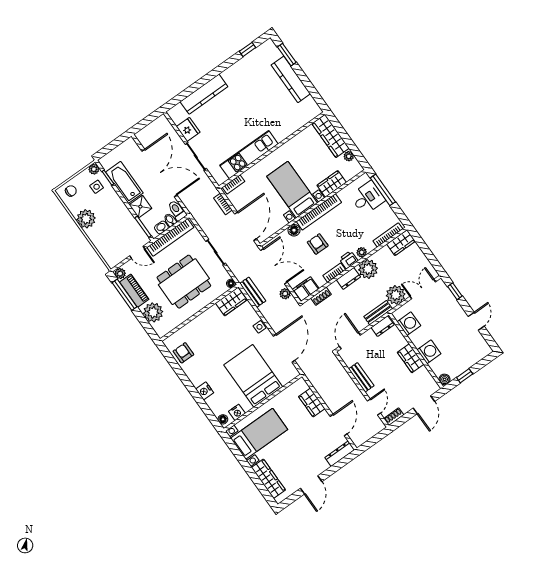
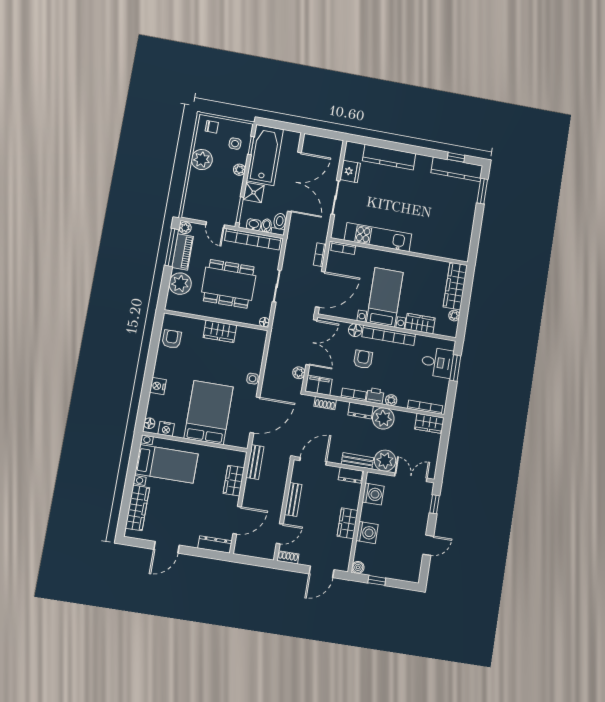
kitchen counter: (291, 79) -> (457, 169), moved, turned -90
plant: (94, 169) -> (239, 170), moved
bathtub: (124, 182) -> (265, 155), width x1.36, depth x1.36
window: (383, 190) -> (455, 368), width x0.69
bench: (253, 292) -> (255, 462), moved
wardrobe: (231, 302) -> (220, 331), moved

